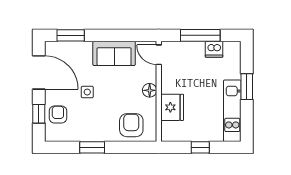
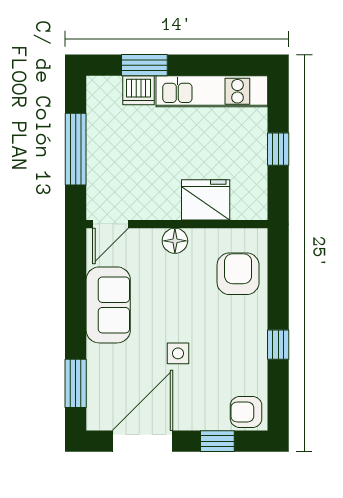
dishwasher: (214, 49) -> (138, 90), moved, turned 90
window: (247, 87) -> (144, 65), moved
armchair: (58, 114) -> (246, 412), moved
armchair: (131, 125) -> (238, 274), turned 90
window: (92, 147) -> (278, 345), width x0.67

